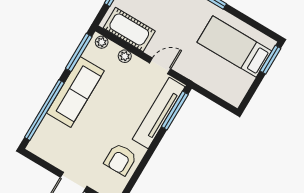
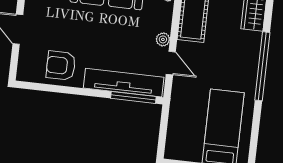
plant: (125, 56) -> (163, 39), moved

